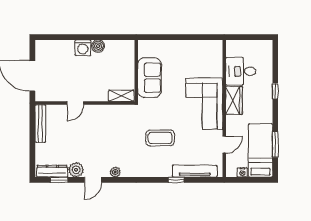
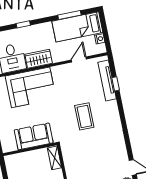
corner sofa: (204, 104) -> (31, 87), moved
door: (224, 145) -> (79, 60), hinge flipped
plant: (115, 172) -> (122, 149), removed
window: (176, 180) -> (116, 84), moved

